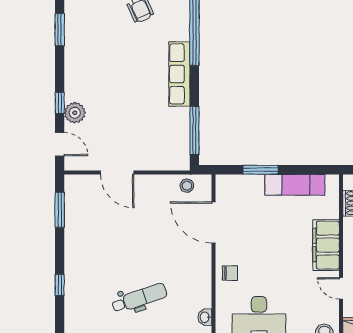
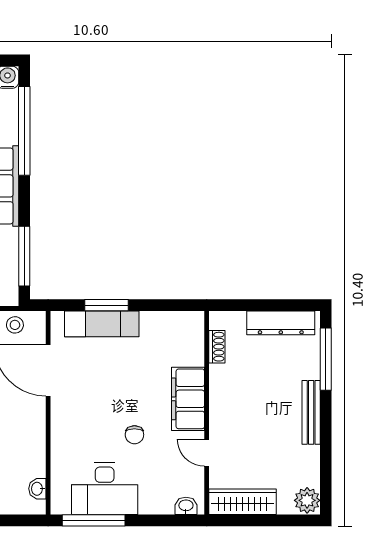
exam couch: (295, 185) -> (102, 324), moved
chair: (230, 273) -> (134, 435), moved, turned 90

